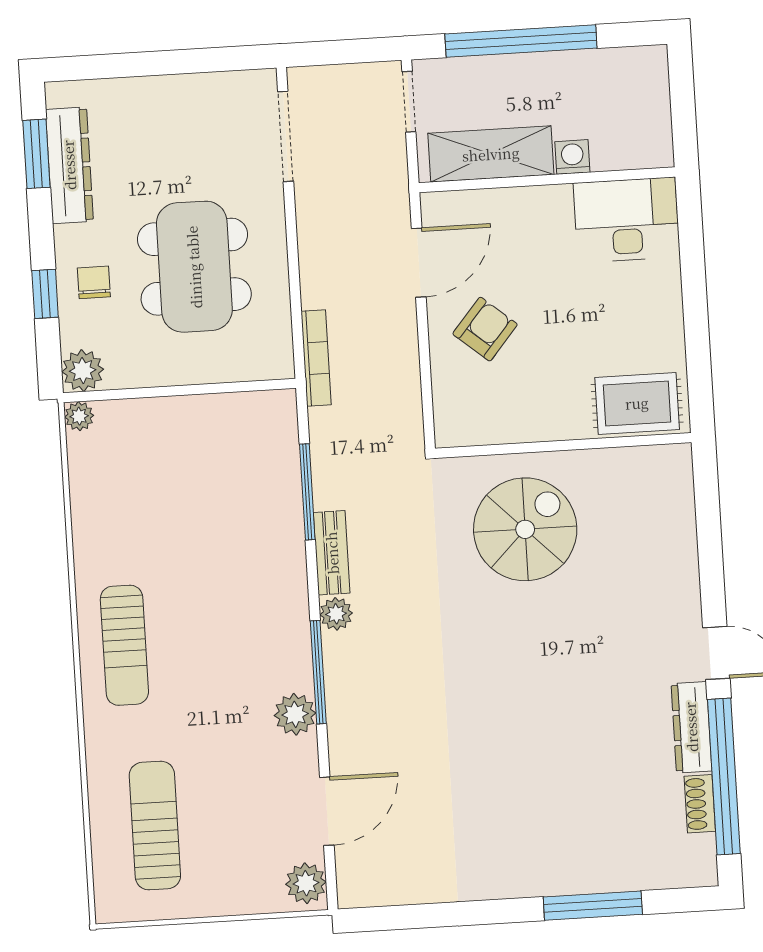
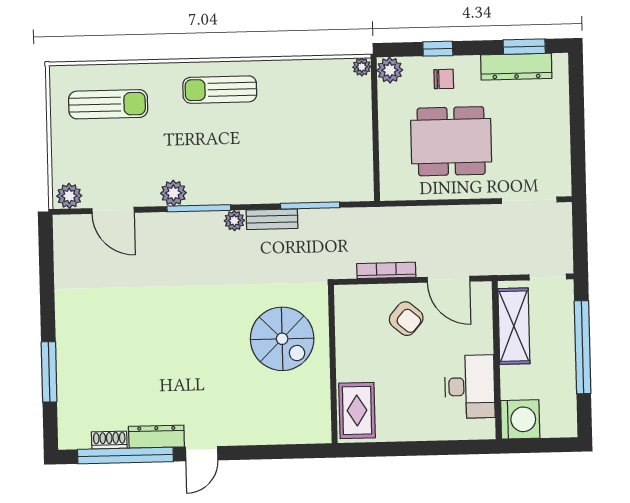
washing machine: (572, 157) -> (520, 419), moved, width x1.89, depth x1.89
desk: (626, 220) -> (470, 387), moved
bookcase: (316, 358) -> (386, 270), moved, turned 180

